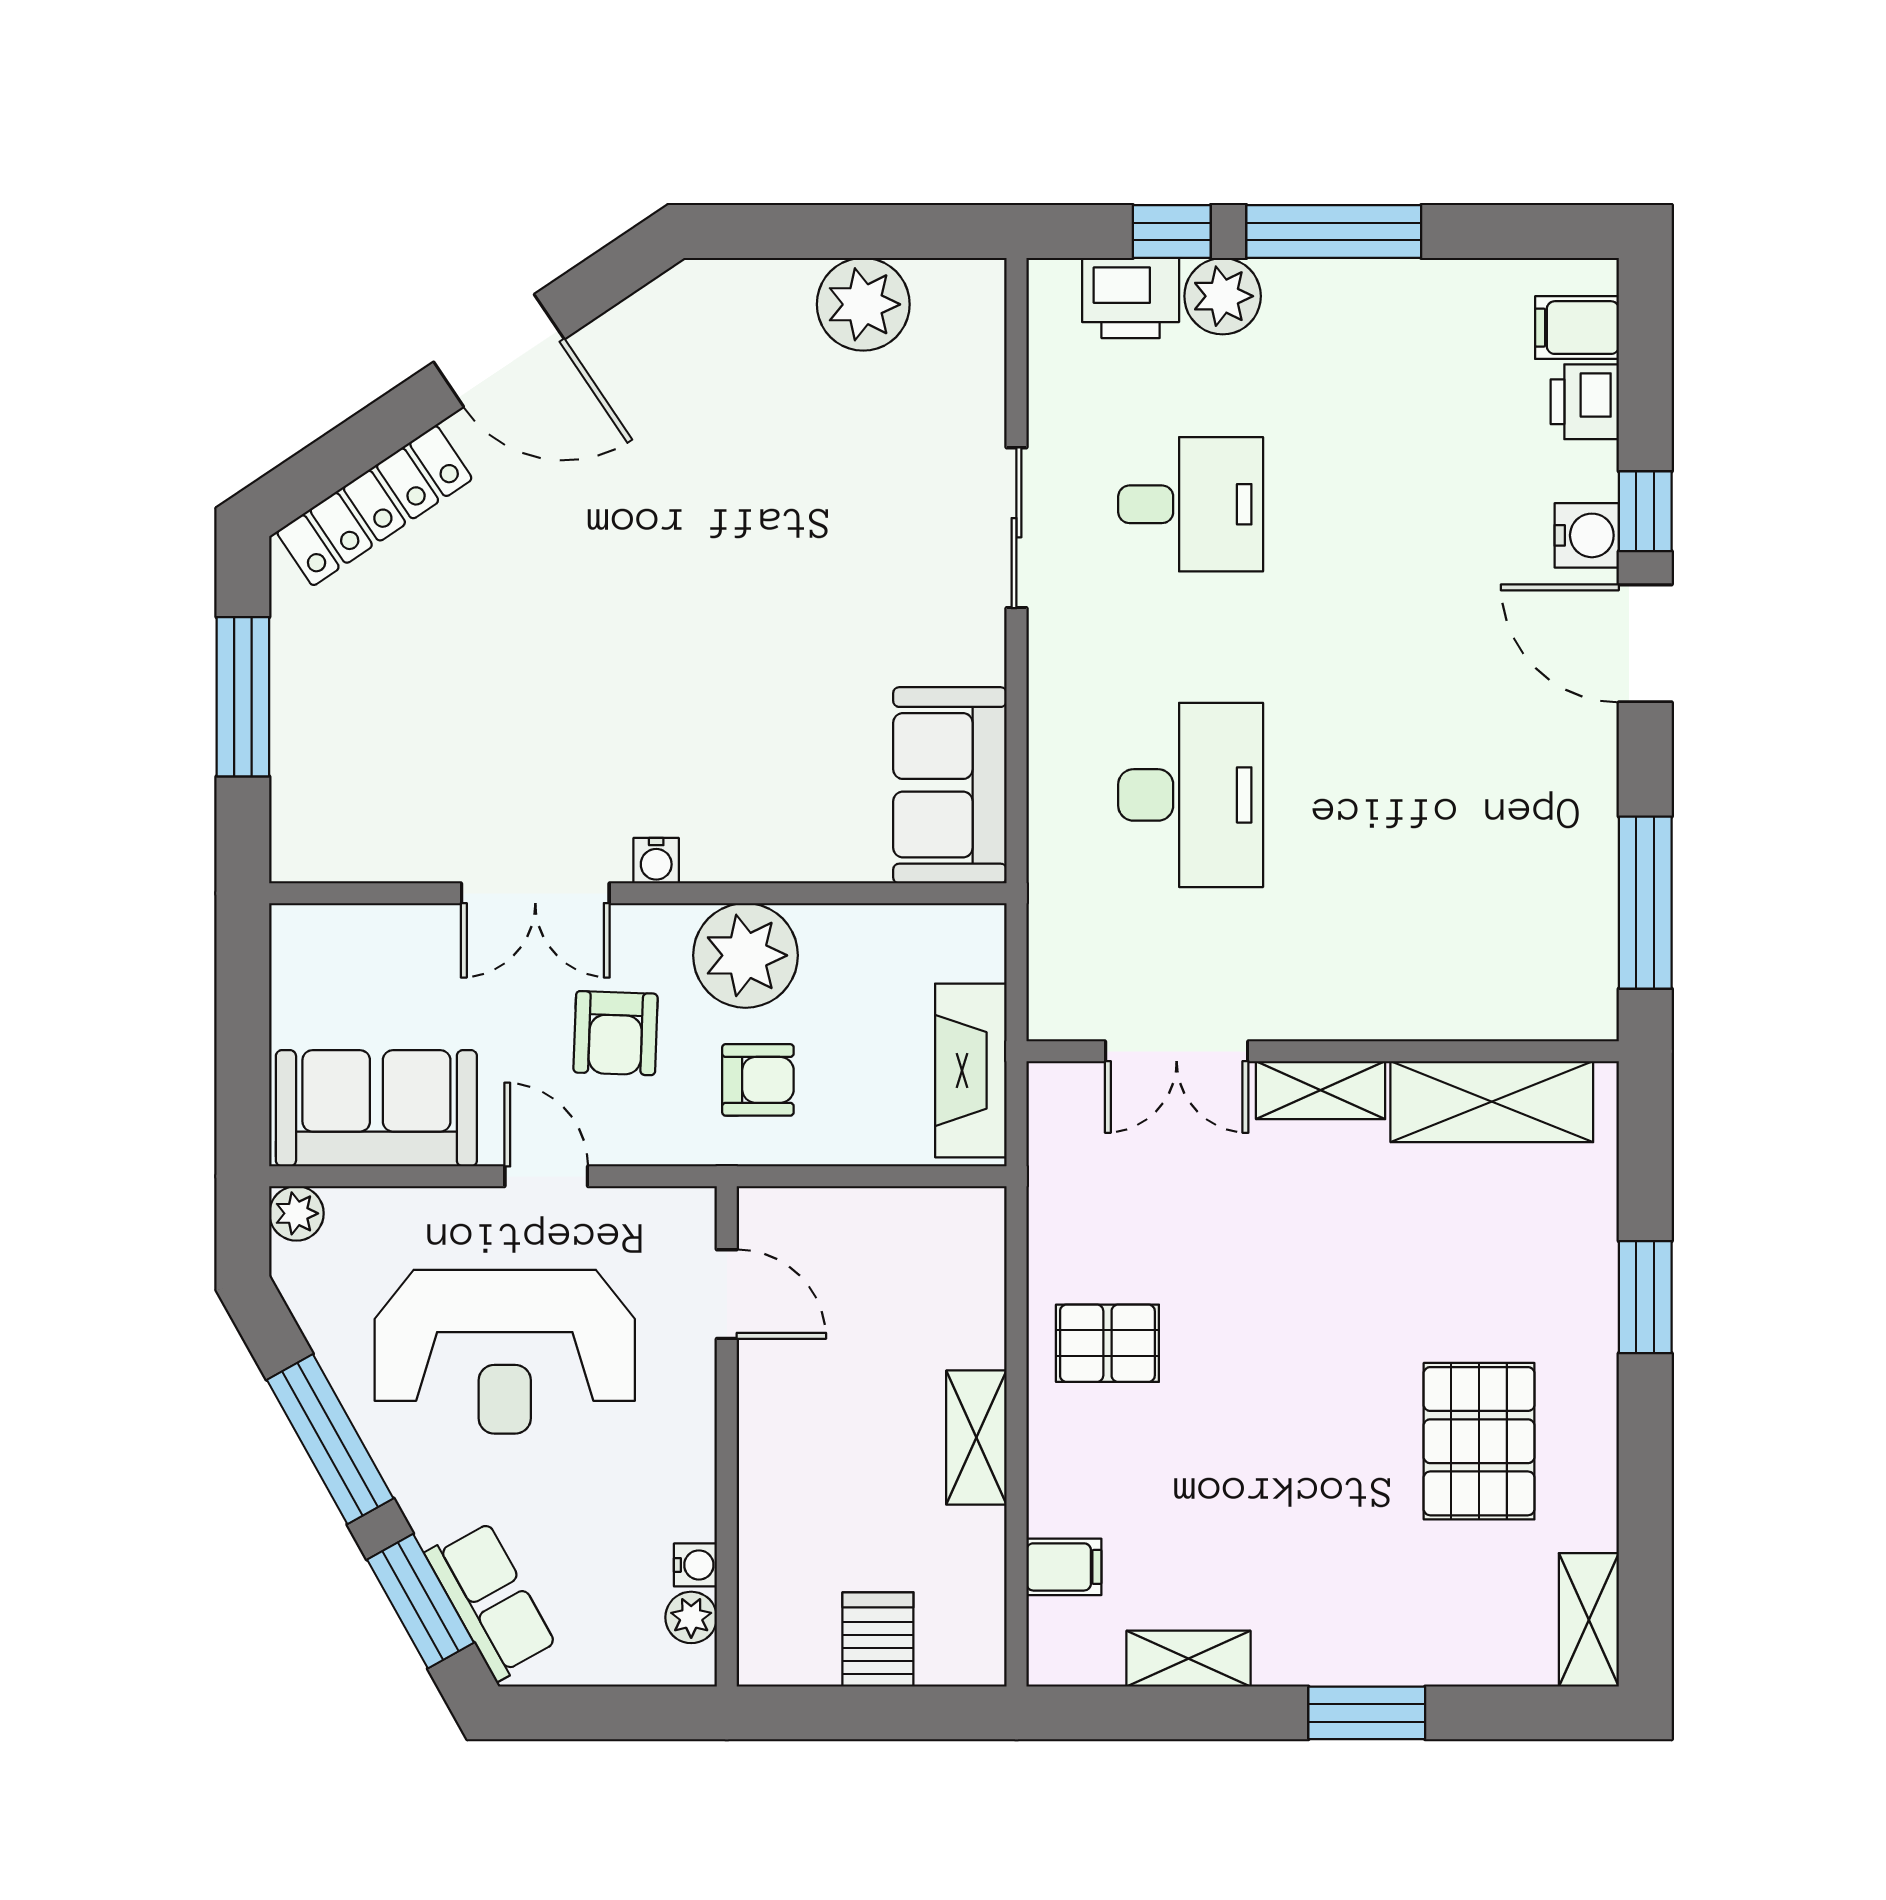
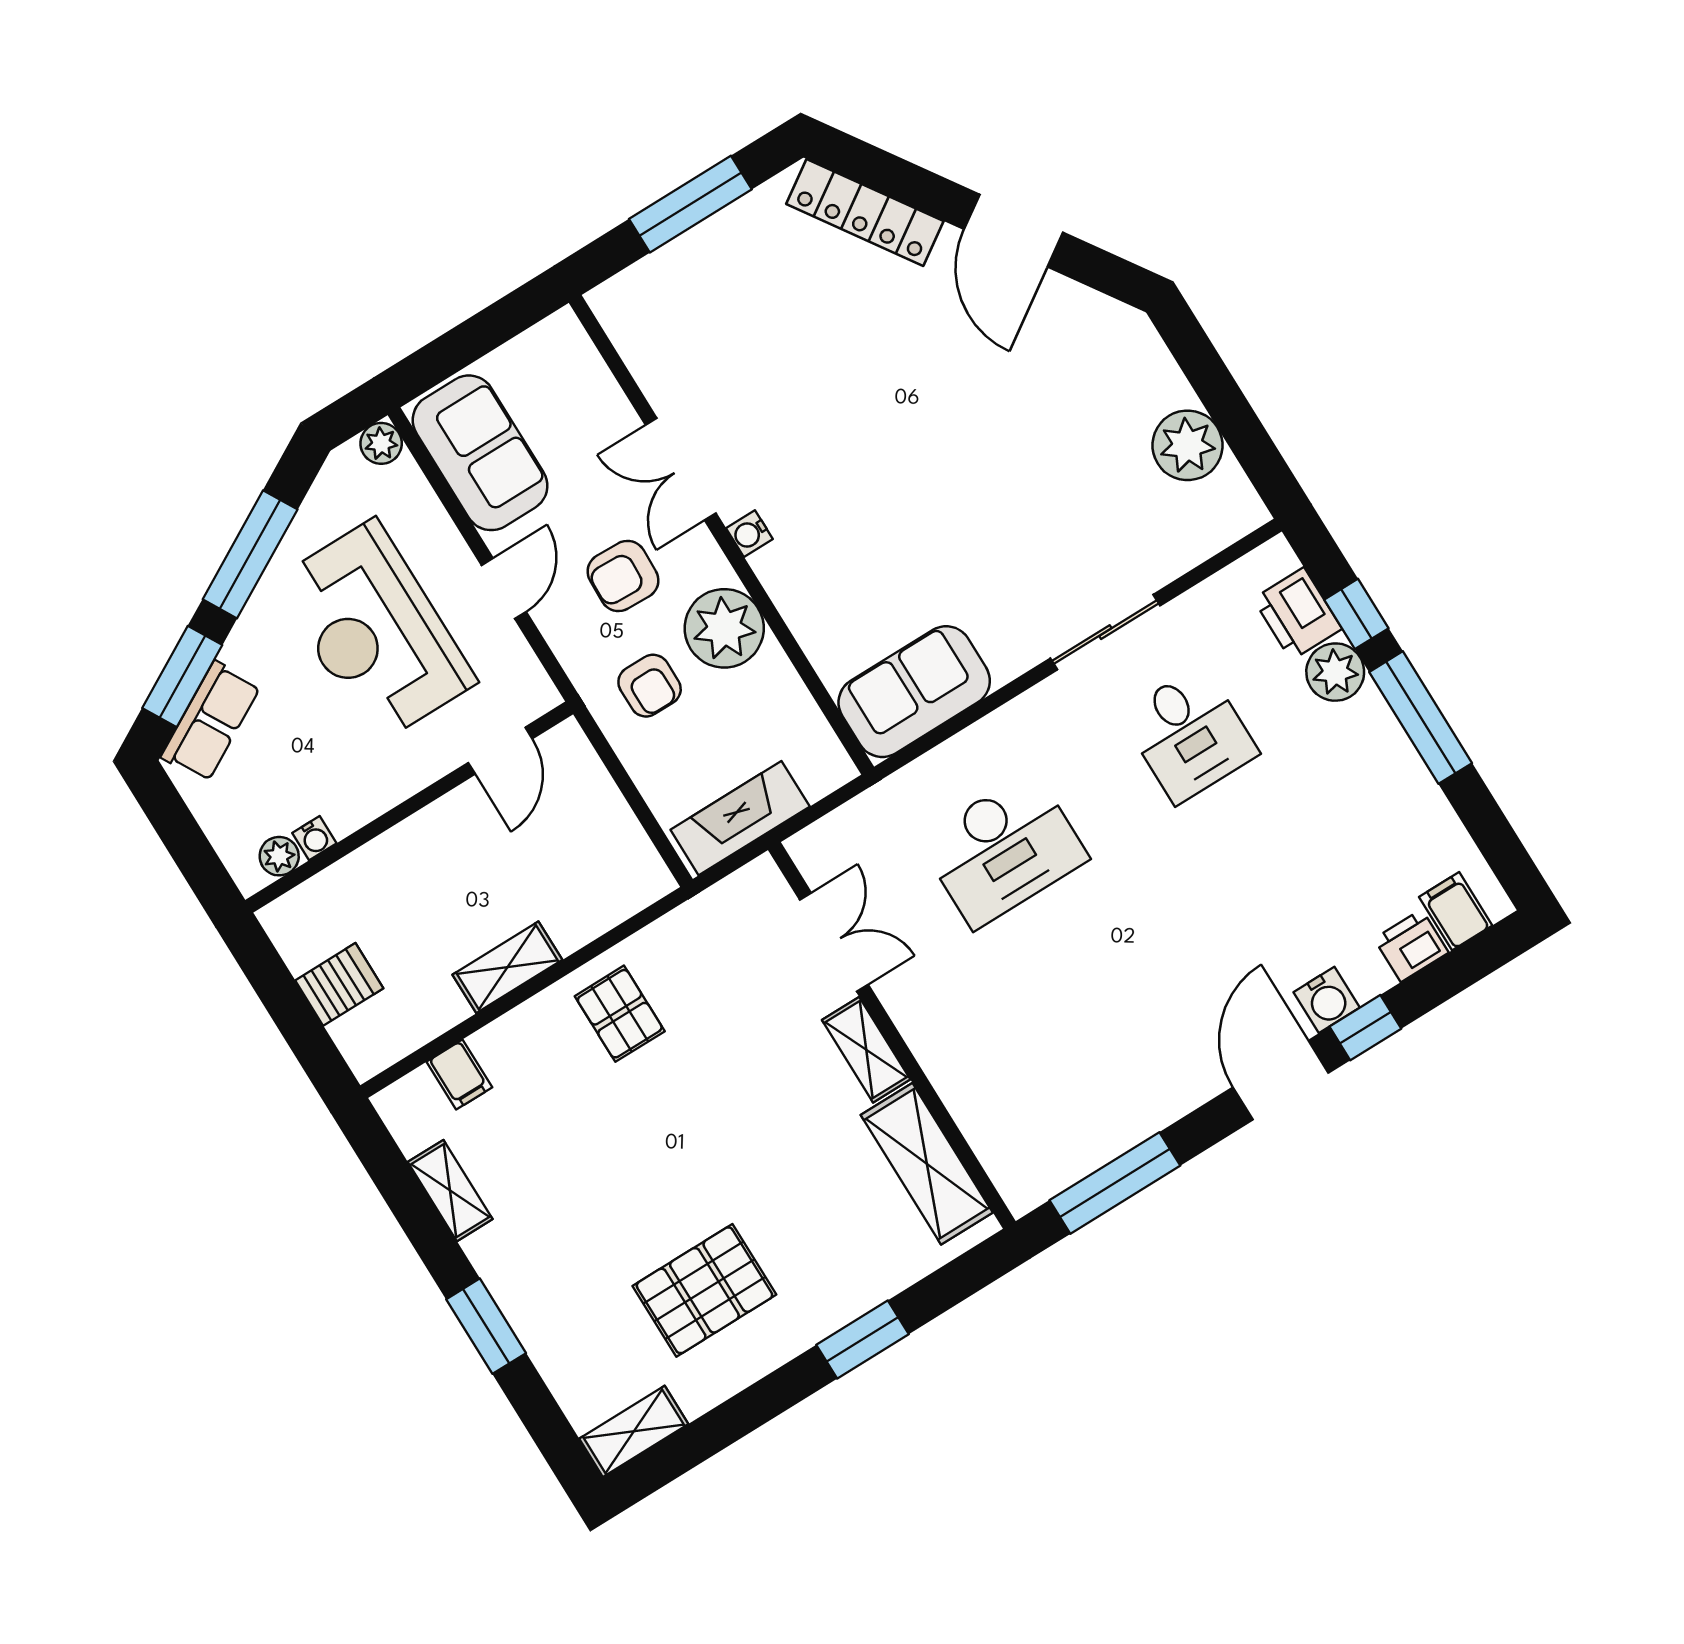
double door: (1177, 1051) -> (834, 942), swing flipped

